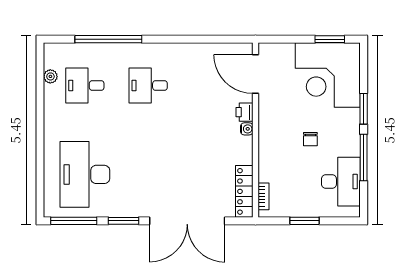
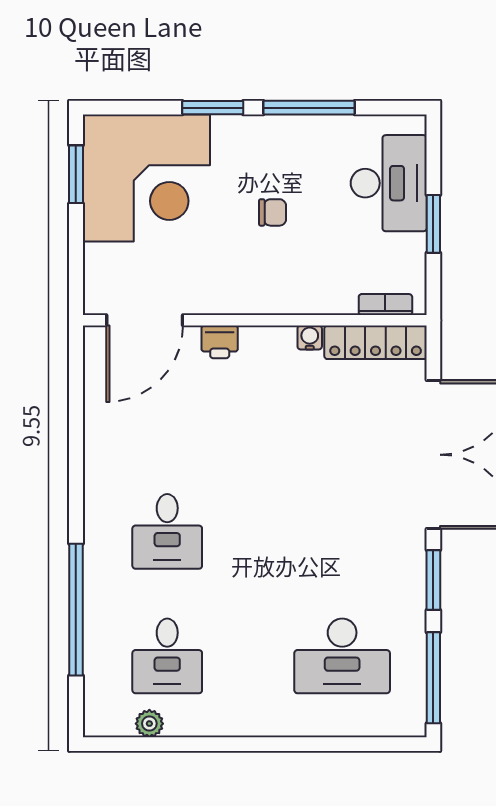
water cooler: (247, 129) -> (310, 338), moved
desk: (85, 174) -> (342, 656), width x0.73, depth x0.77
desk: (341, 182) -> (389, 183), moved, turned 90

